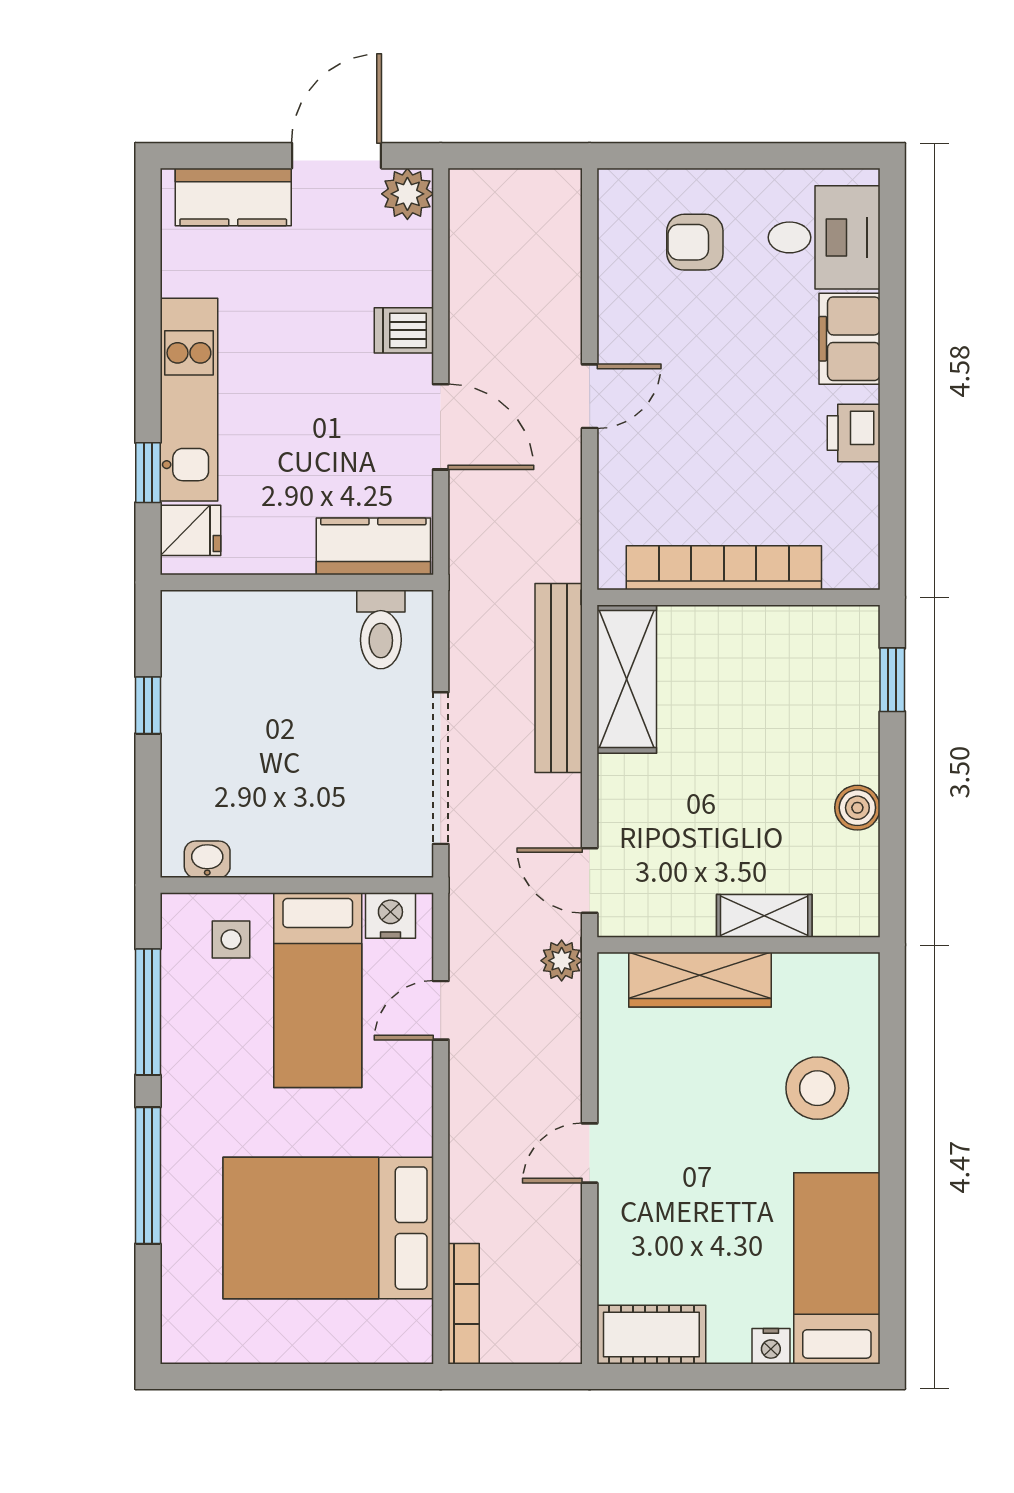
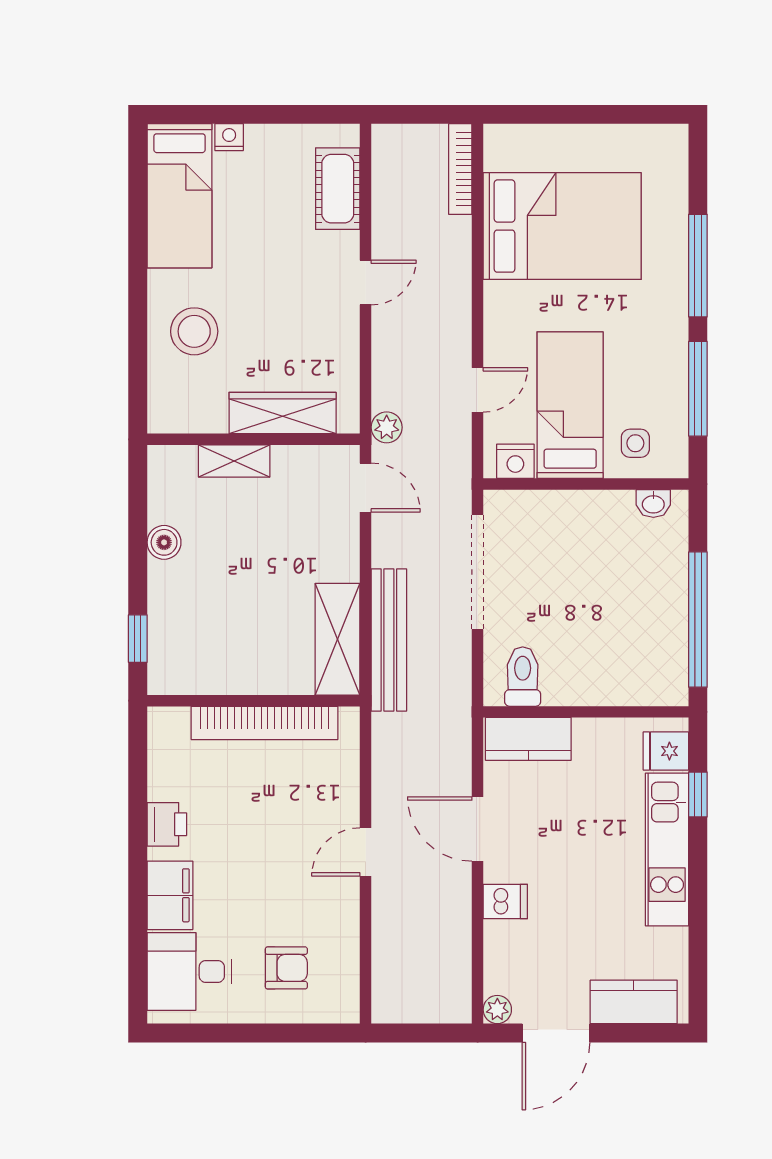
plant: (407, 194) -> (497, 1010), width x0.73, depth x0.73
window: (148, 705) -> (698, 620), width x3.17
cot: (651, 1335) -> (338, 189), moved, turned 90

